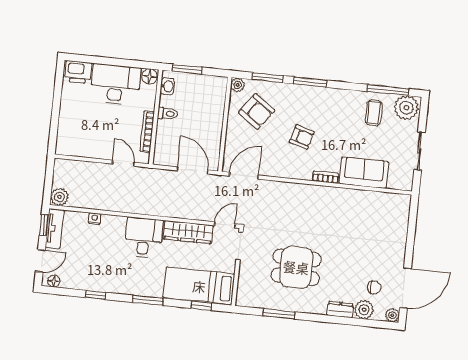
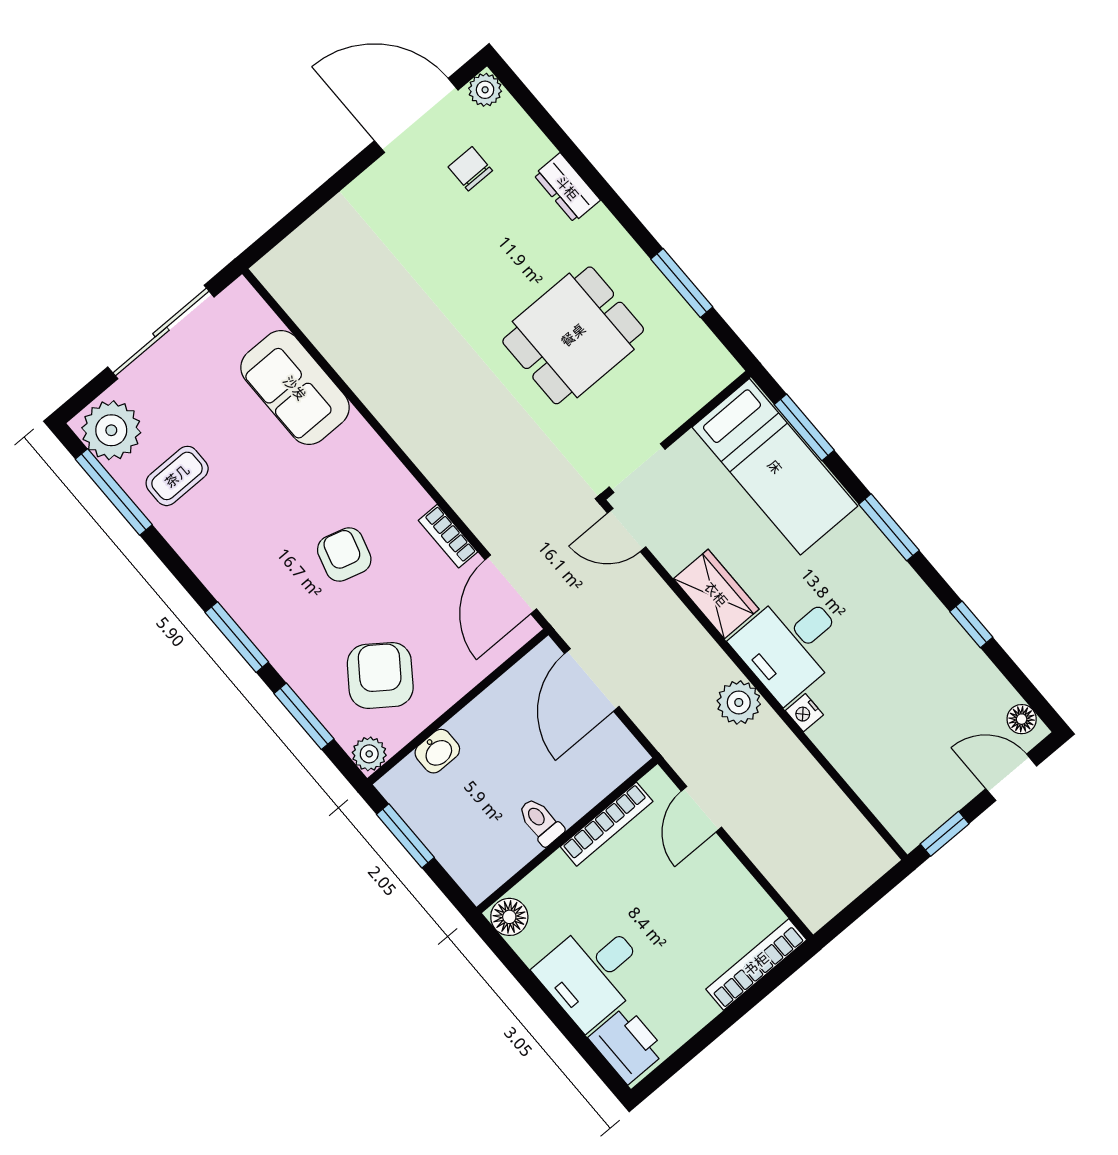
window: (187, 69) -> (405, 836), moved
desk: (115, 84) -> (593, 973), width x0.73
washbasin: (167, 86) -> (437, 751), moved, turned 180
bookcase: (63, 133) -> (756, 964), added
sliding door: (420, 151) -> (161, 332), width x1.37
door: (244, 176) -> (511, 584), hinge flipped
bookcase: (325, 177) -> (448, 536), moved
plant: (59, 197) -> (739, 702), moved
nightstand: (95, 219) -> (804, 713), moved
tv unit: (55, 229) -> (932, 810), removed
wardrobe: (188, 232) -> (716, 594), width x0.67
dining table: (296, 267) -> (573, 335), turned 90
window: (201, 306) -> (804, 427), width x1.50
plant: (364, 310) -> (525, 147), removed

